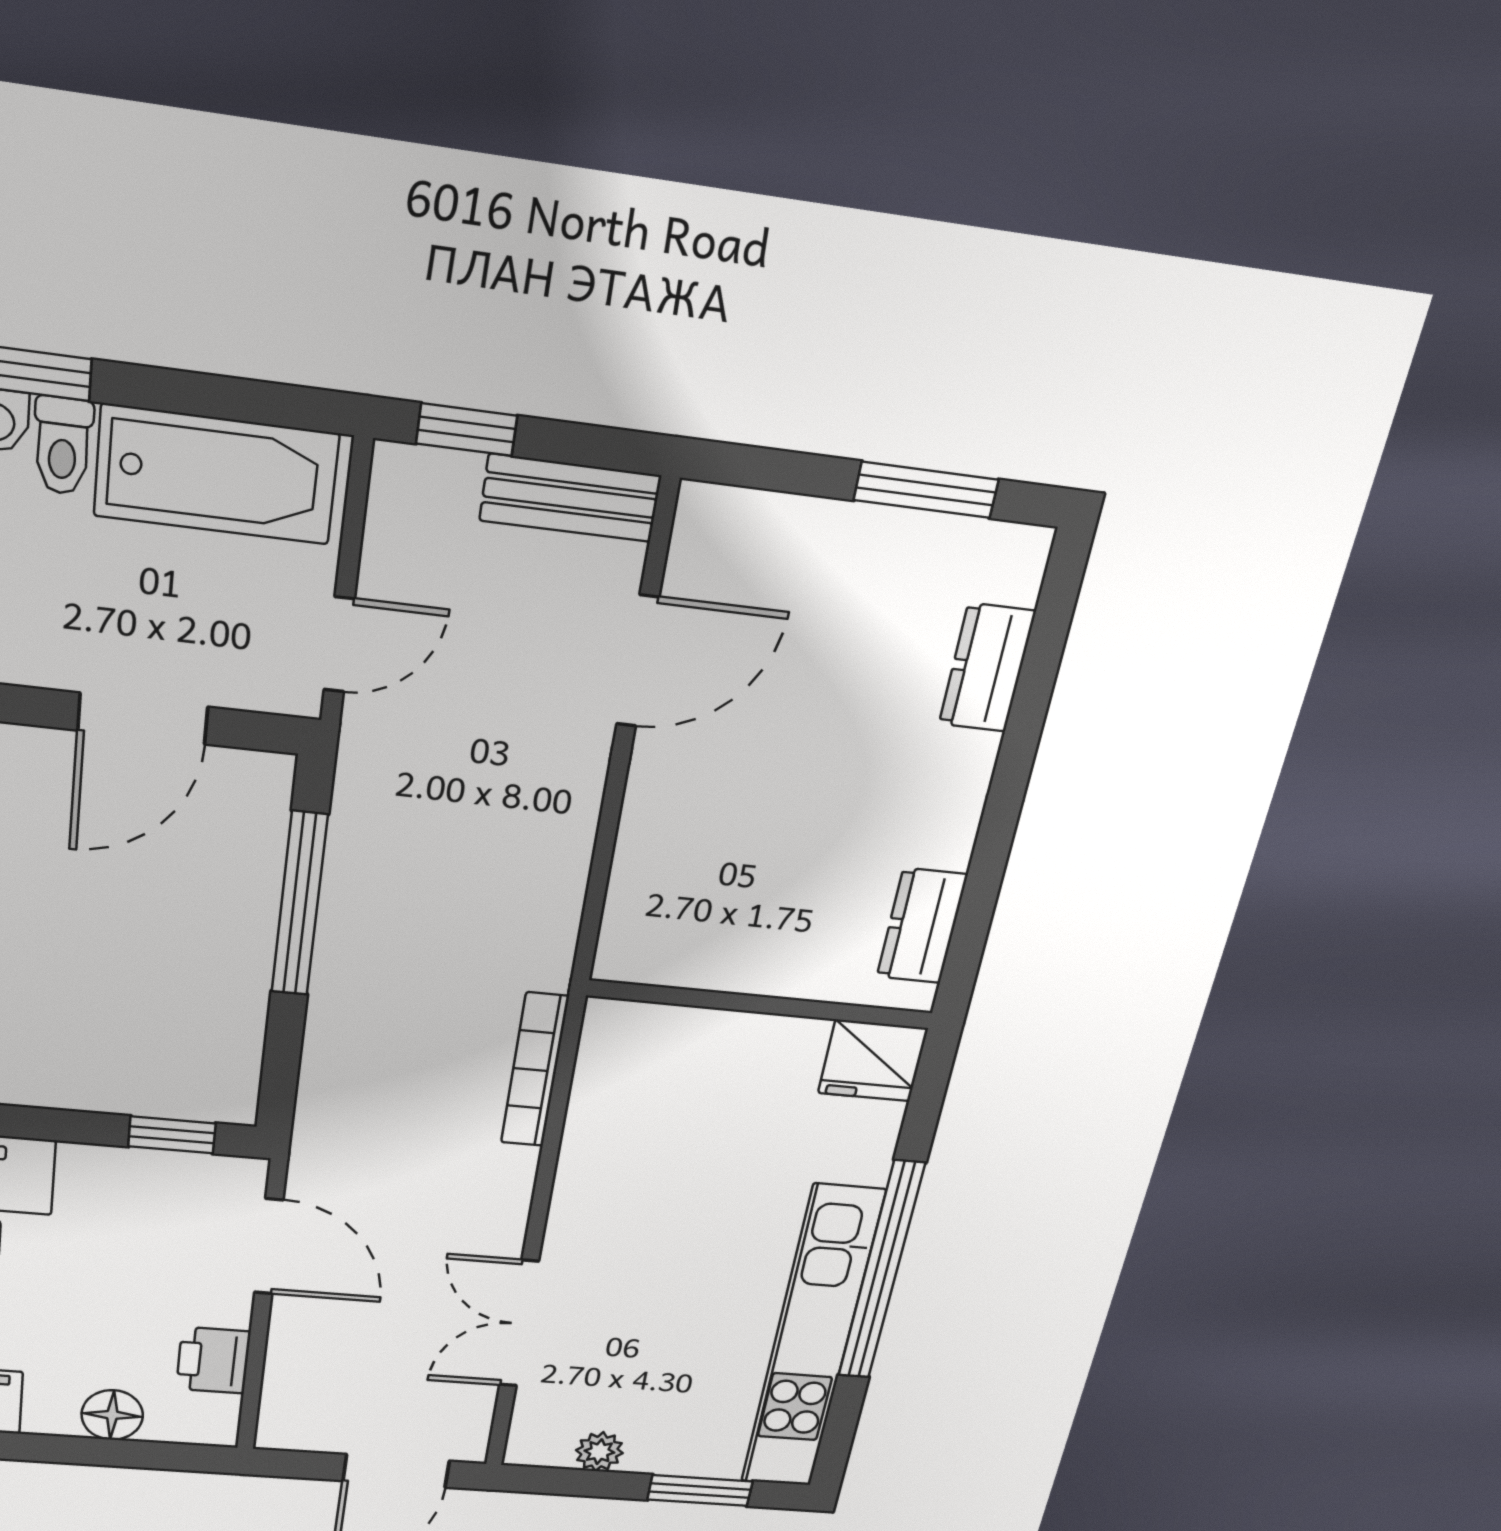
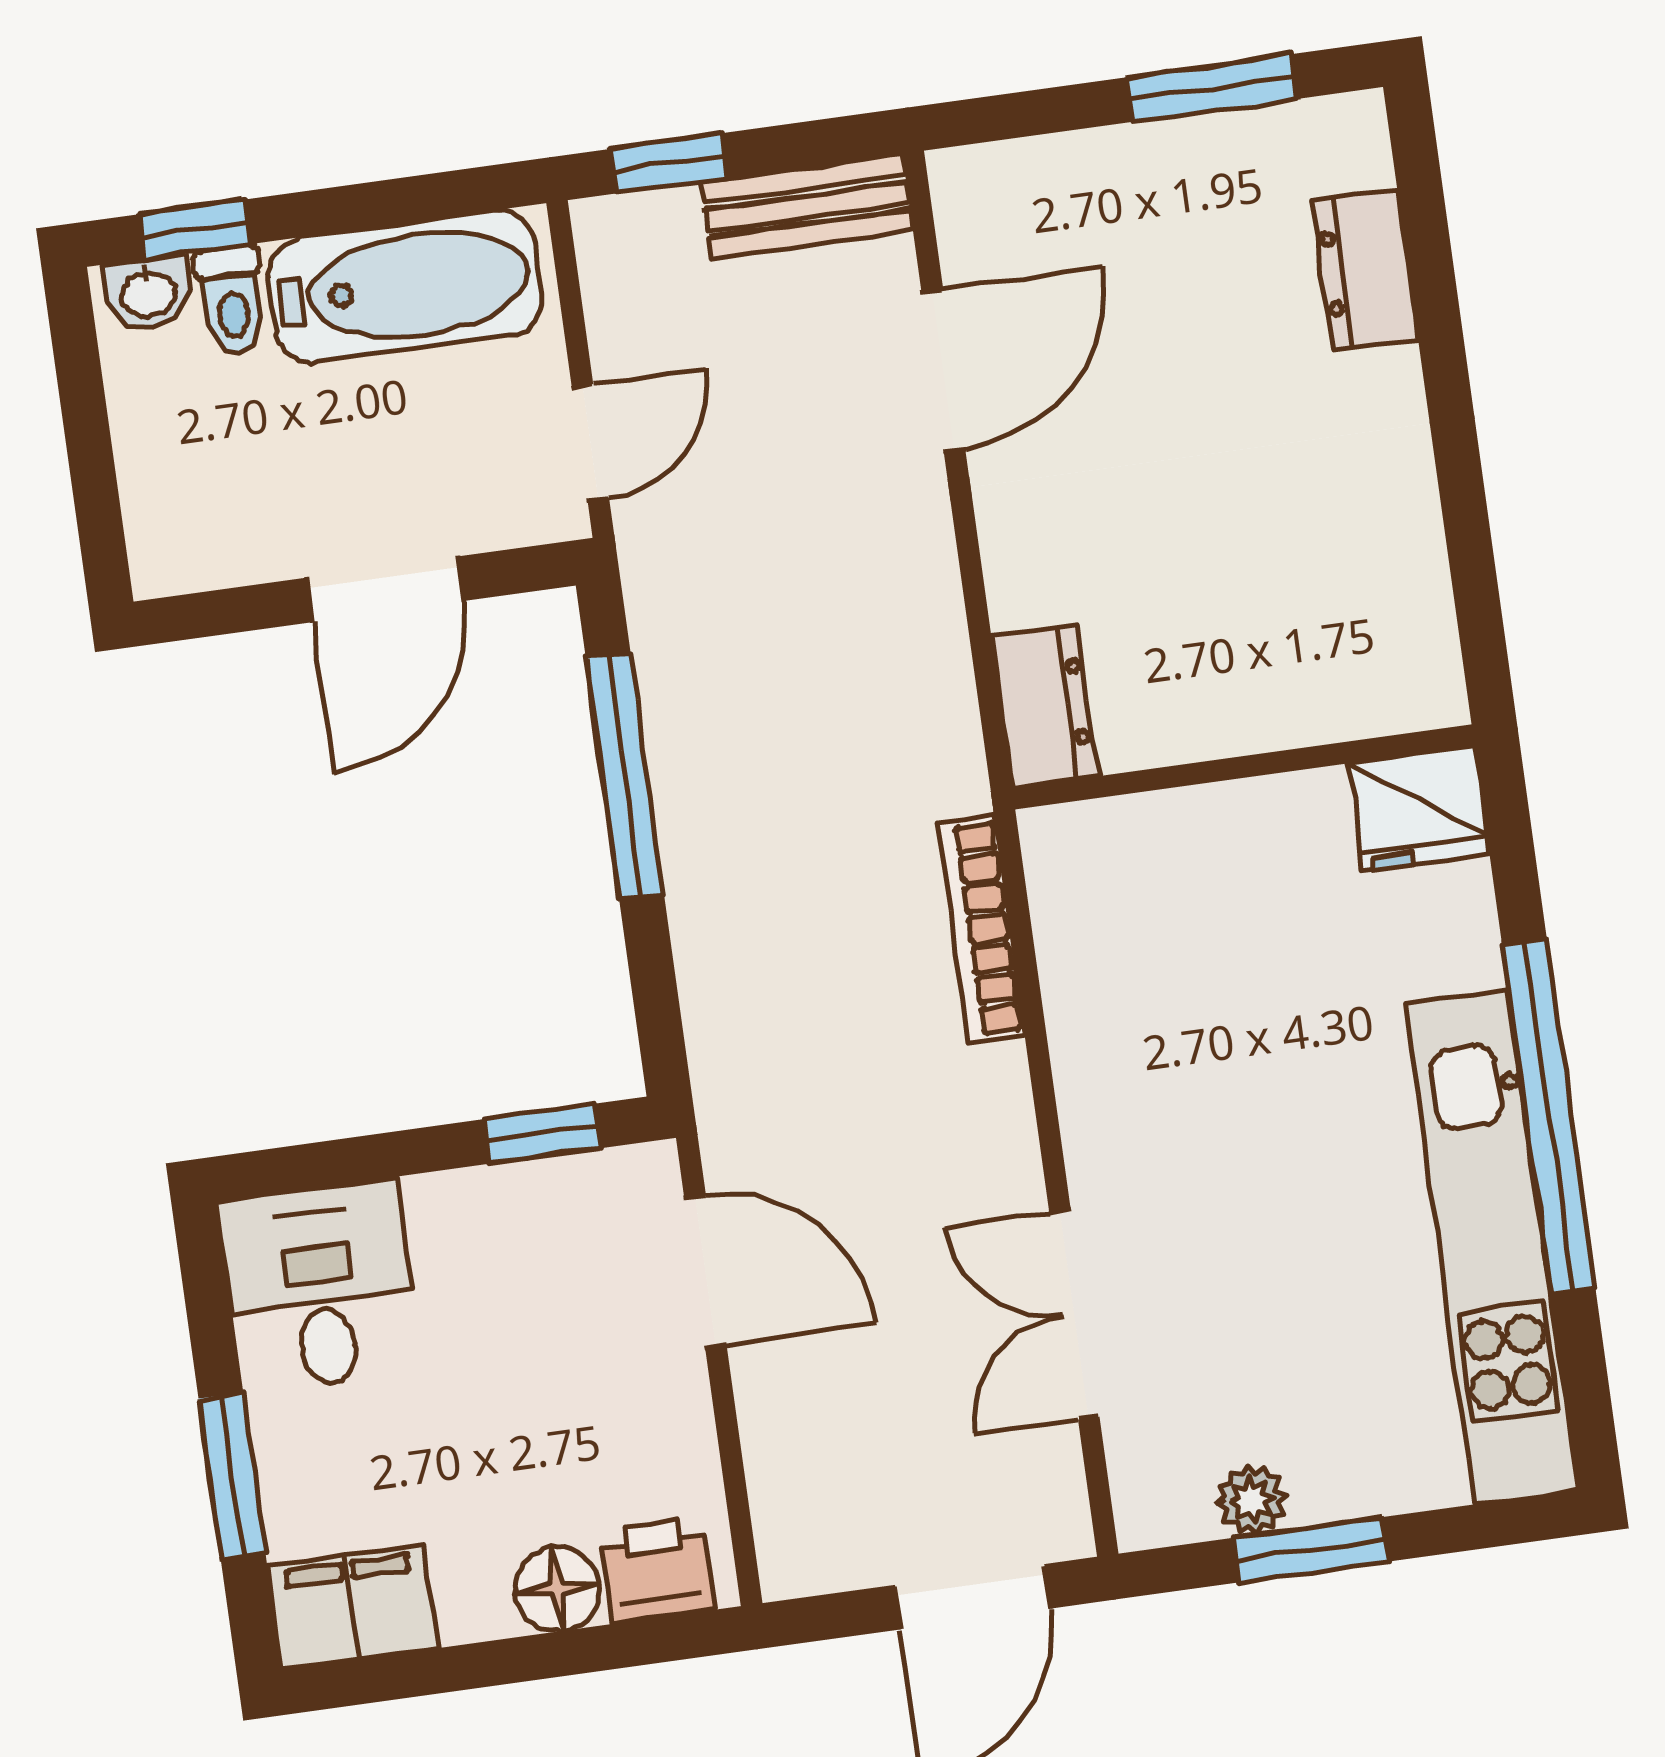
dresser: (922, 926) -> (1044, 706), moved, turned 180
printer: (213, 1360) -> (657, 1570), moved, turned 90
window: (700, 1490) -> (1310, 1550), moved

